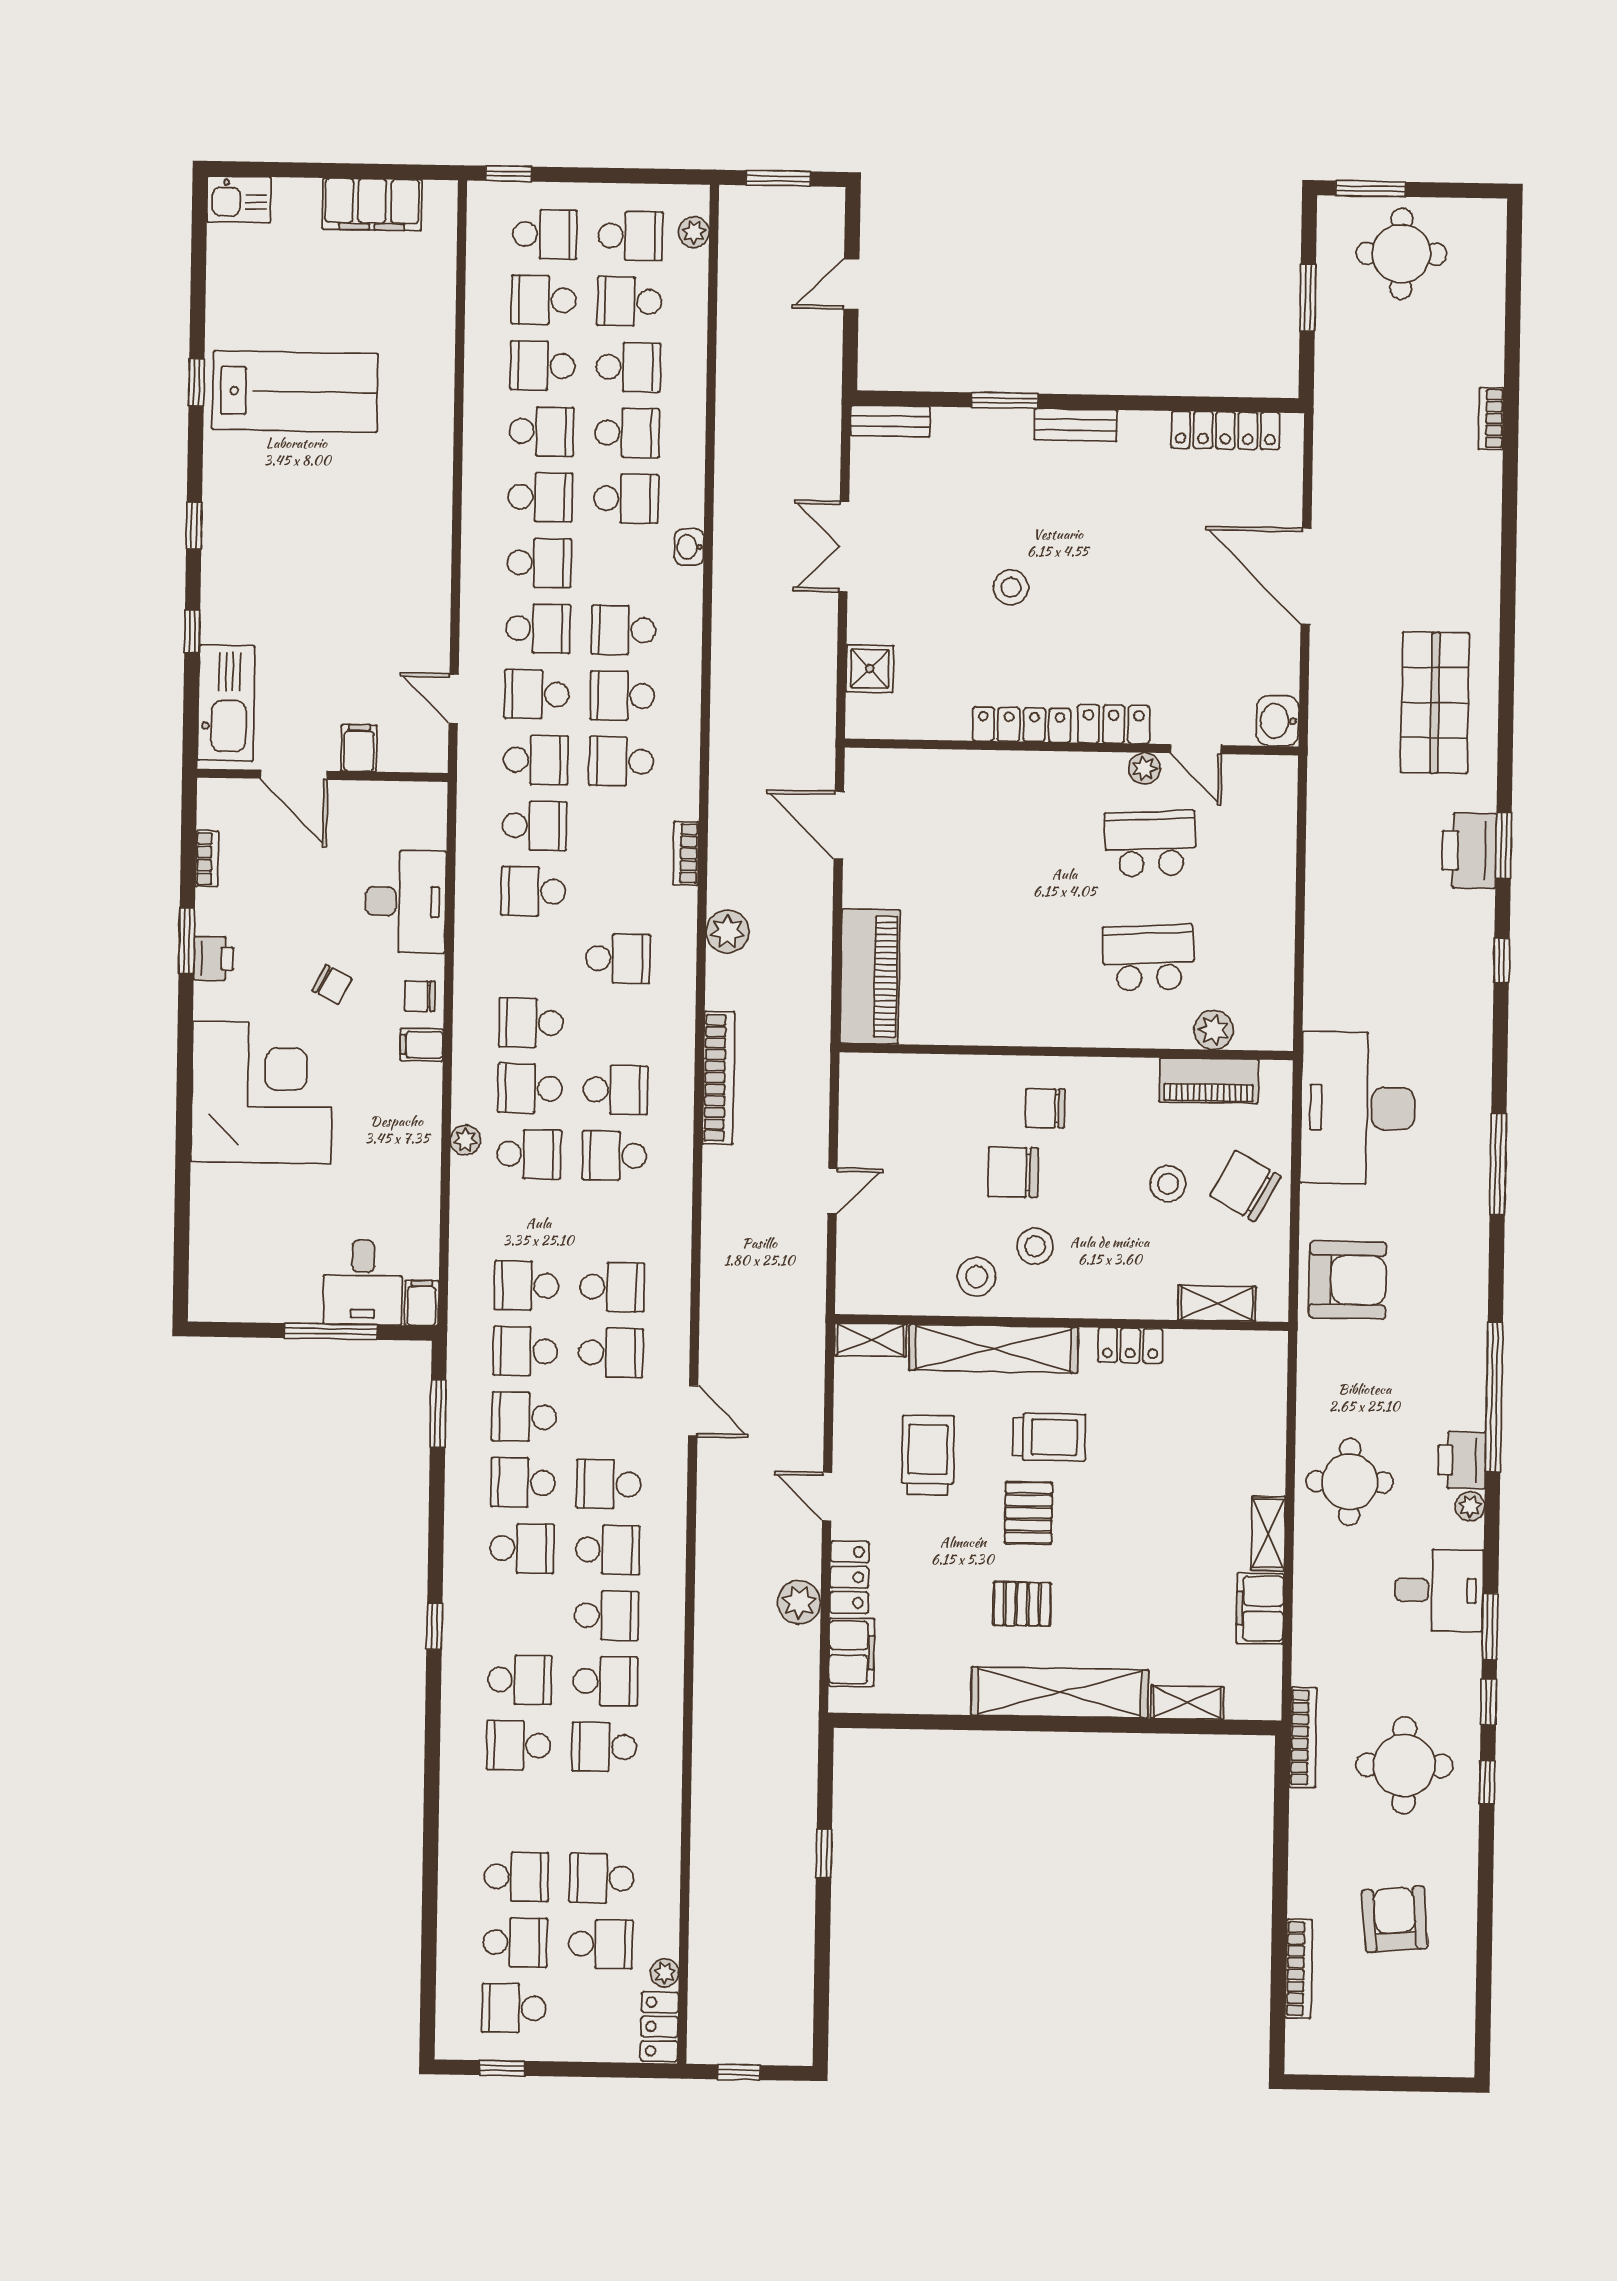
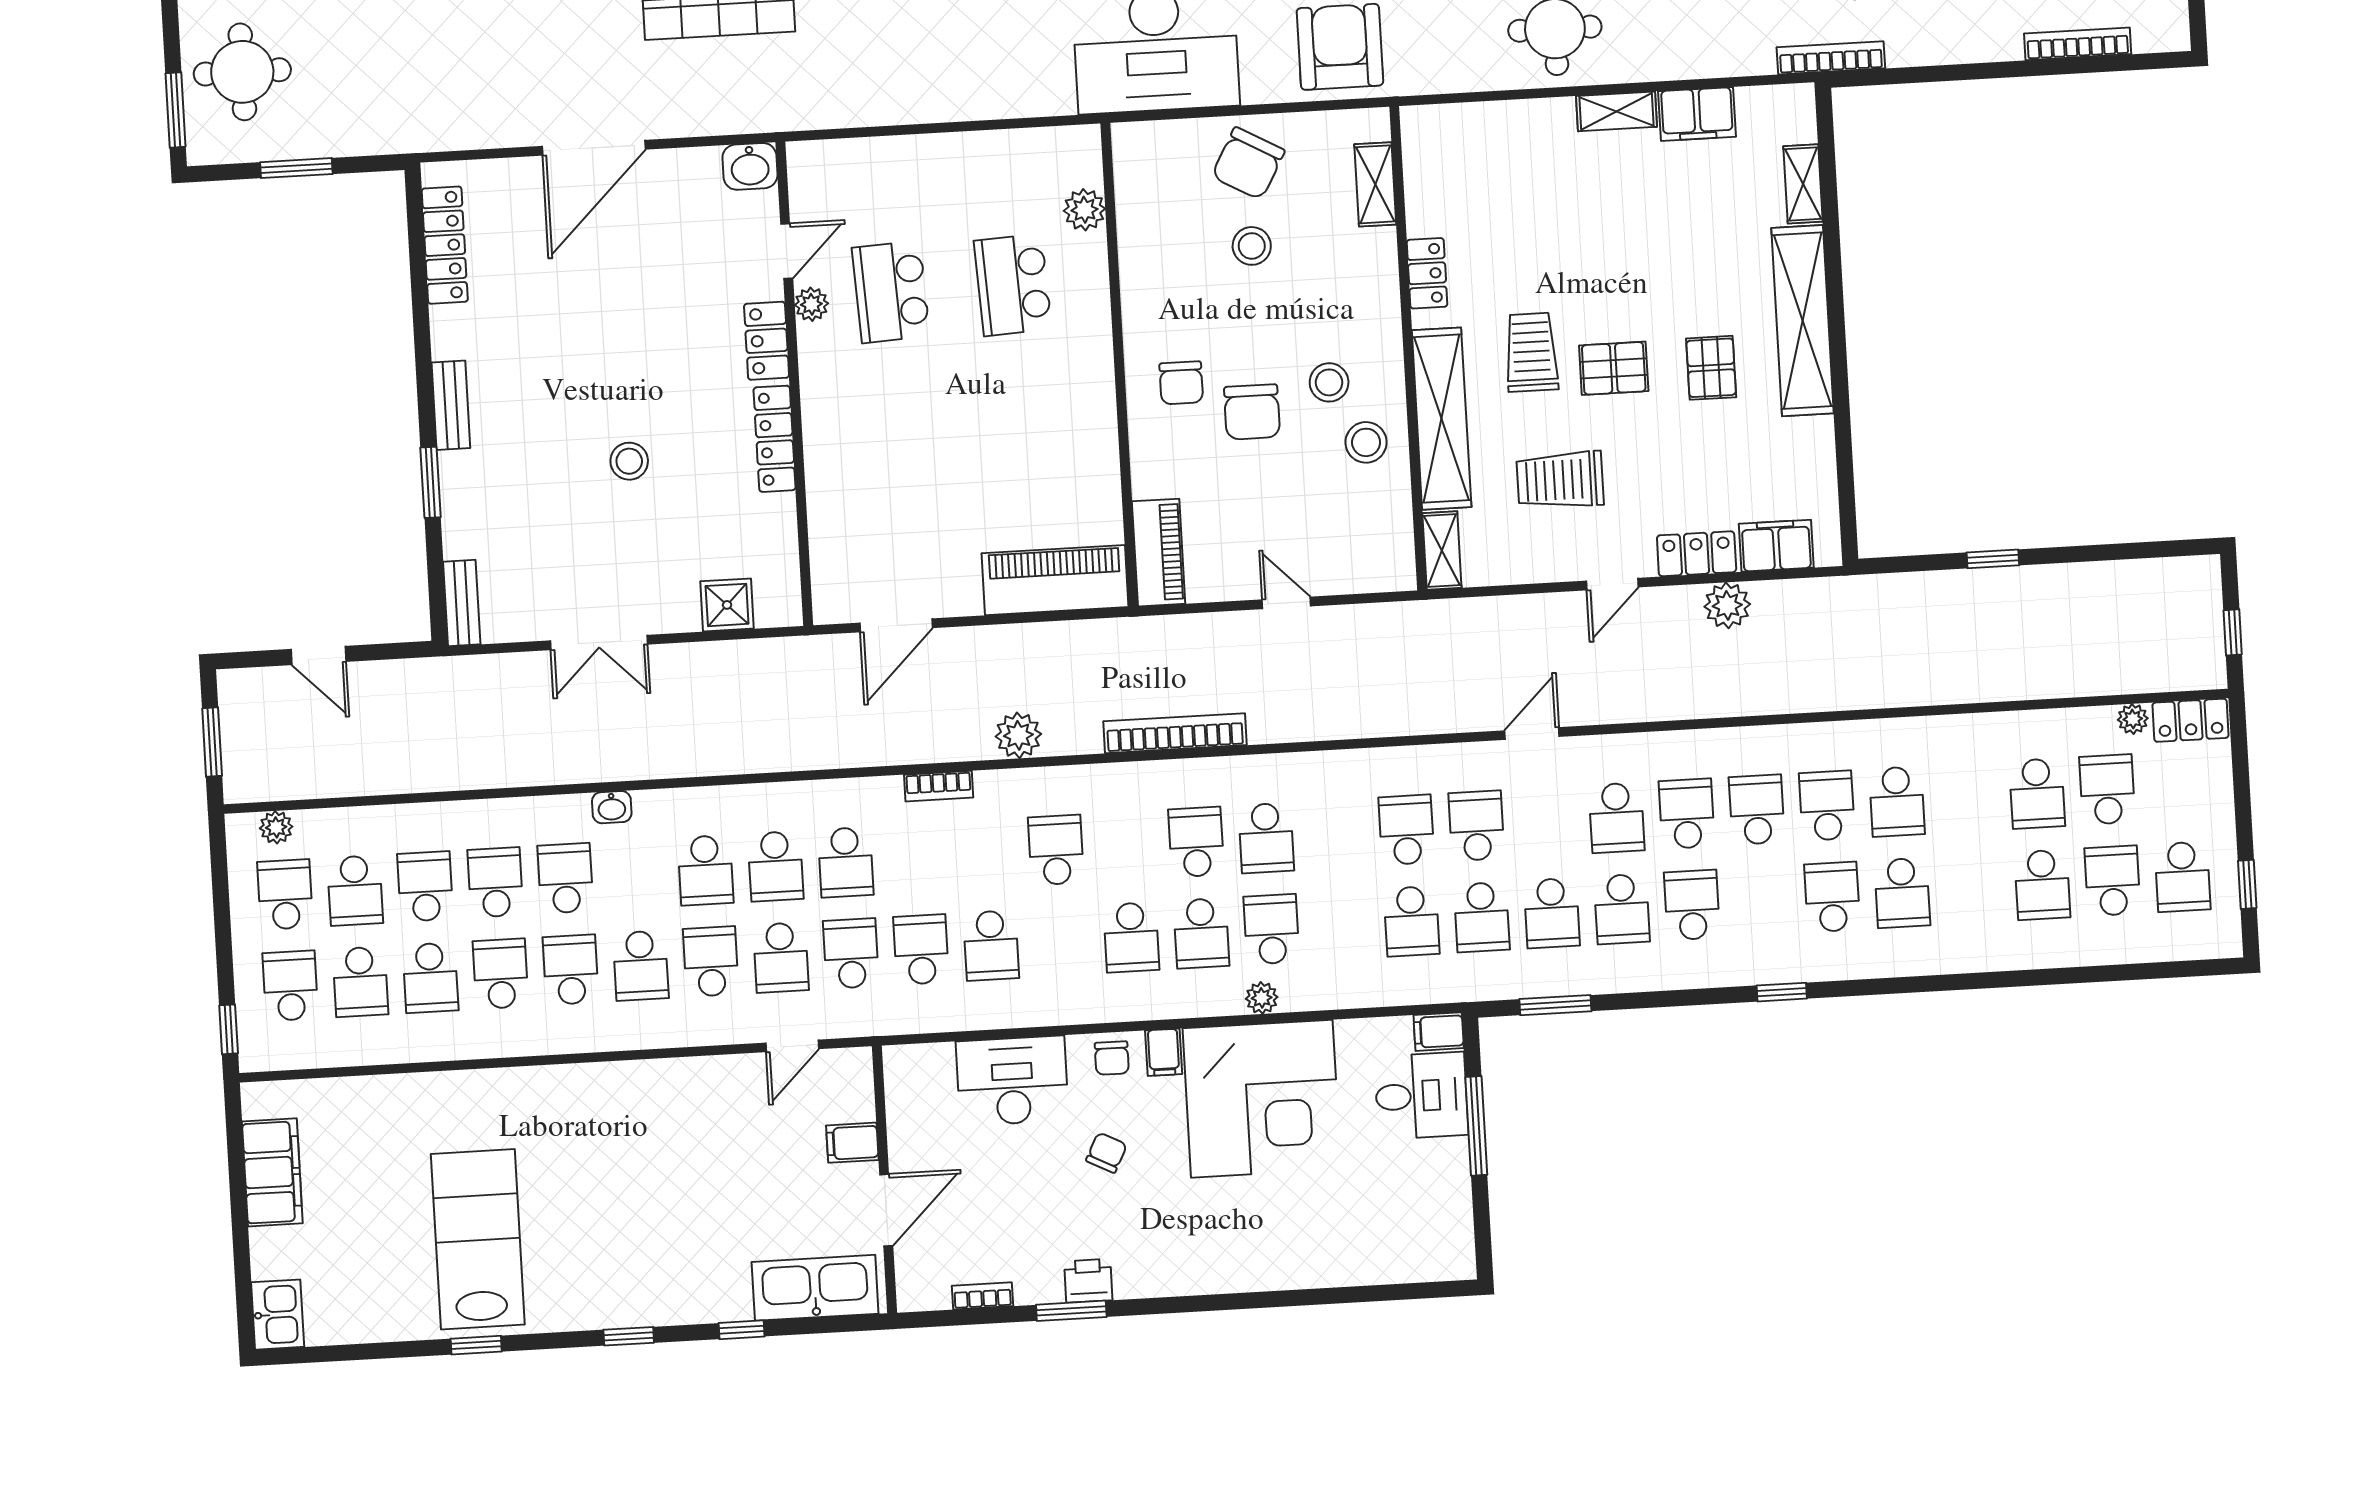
school desk: (539, 563) -> (641, 966), turned 180
piano: (1209, 1081) -> (1159, 553), moved
corner desk: (262, 1093) -> (1262, 1099), moved, turned 180
school desk: (516, 1877) -> (2042, 885), turned 180

